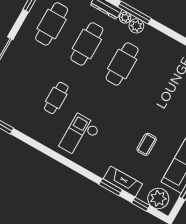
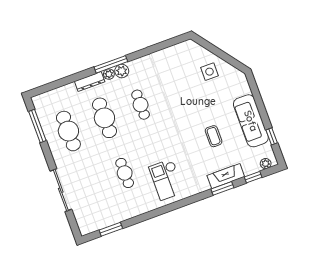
cafe table: (122, 64) -> (141, 105), width x0.73, depth x0.74
plant: (158, 198) -> (266, 164), width x0.53, depth x0.53

